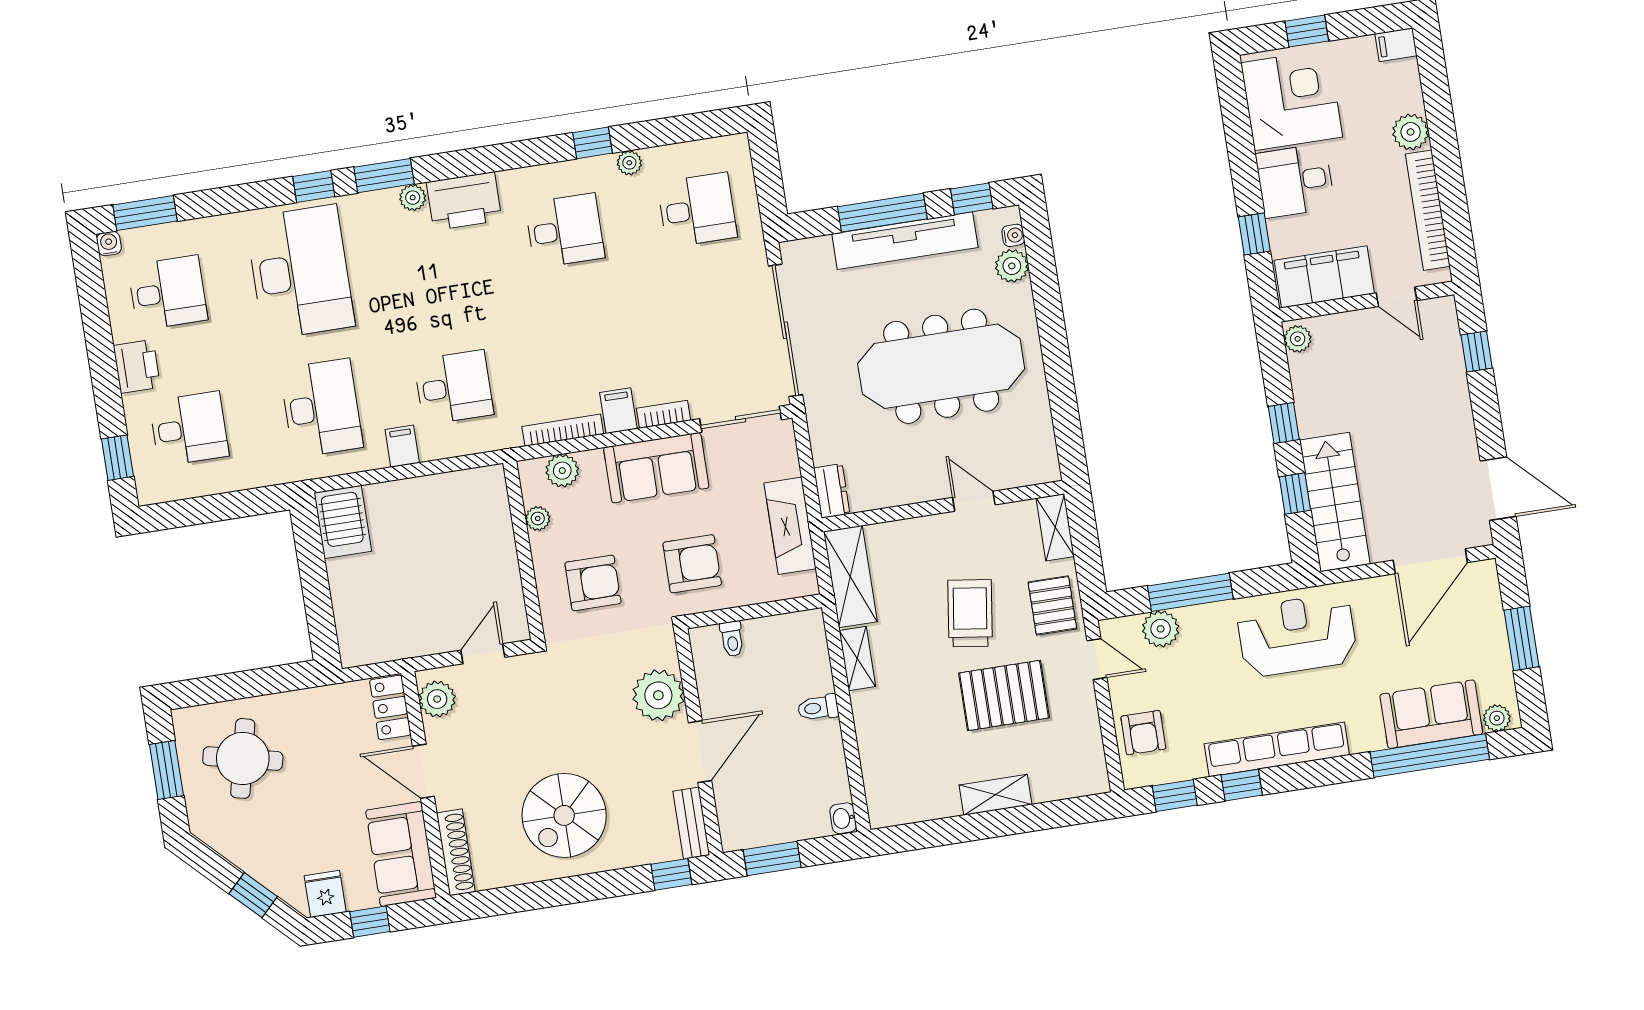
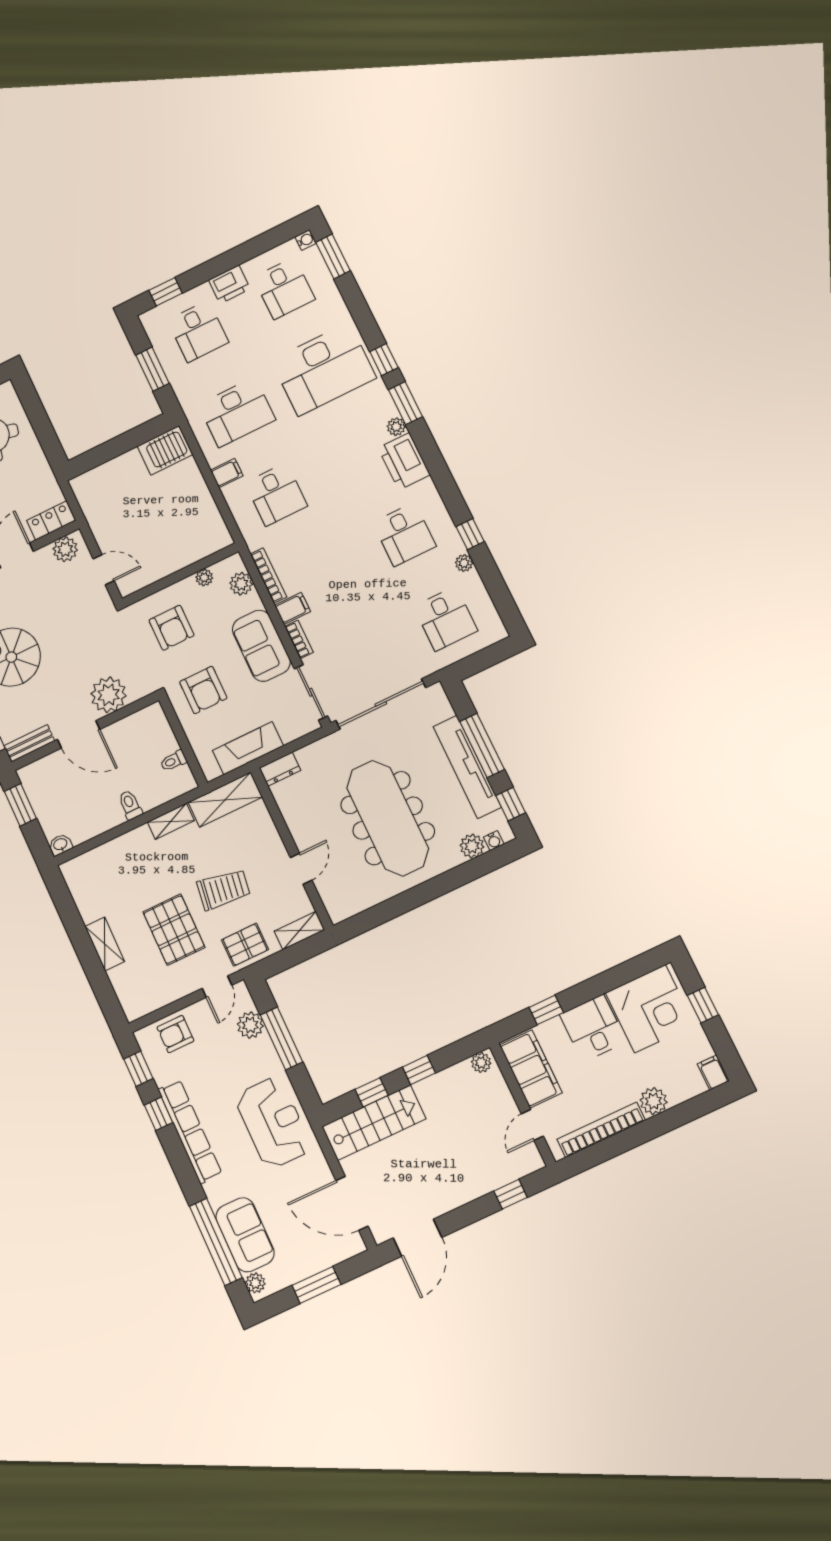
window: (222, 507) -> (152, 369), added
toilet: (732, 639) -> (173, 761), moved

